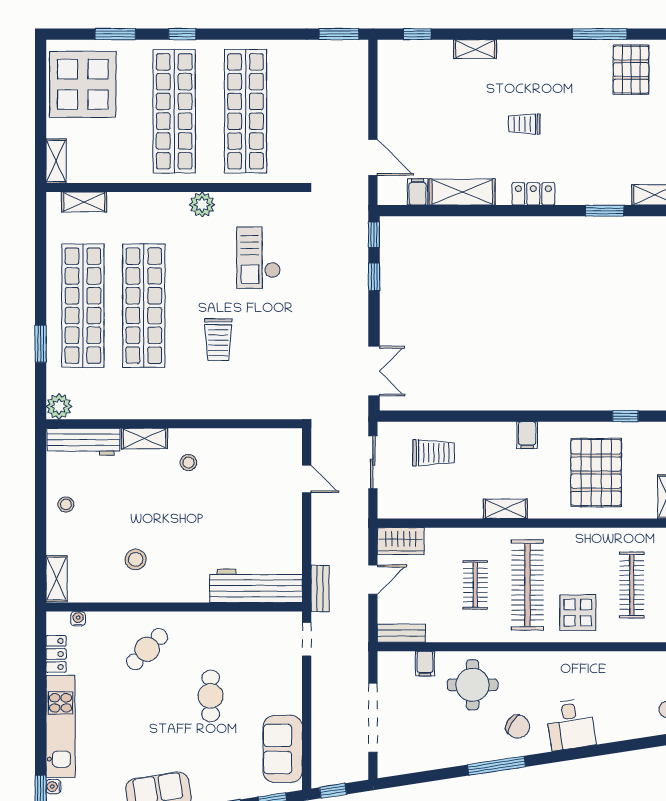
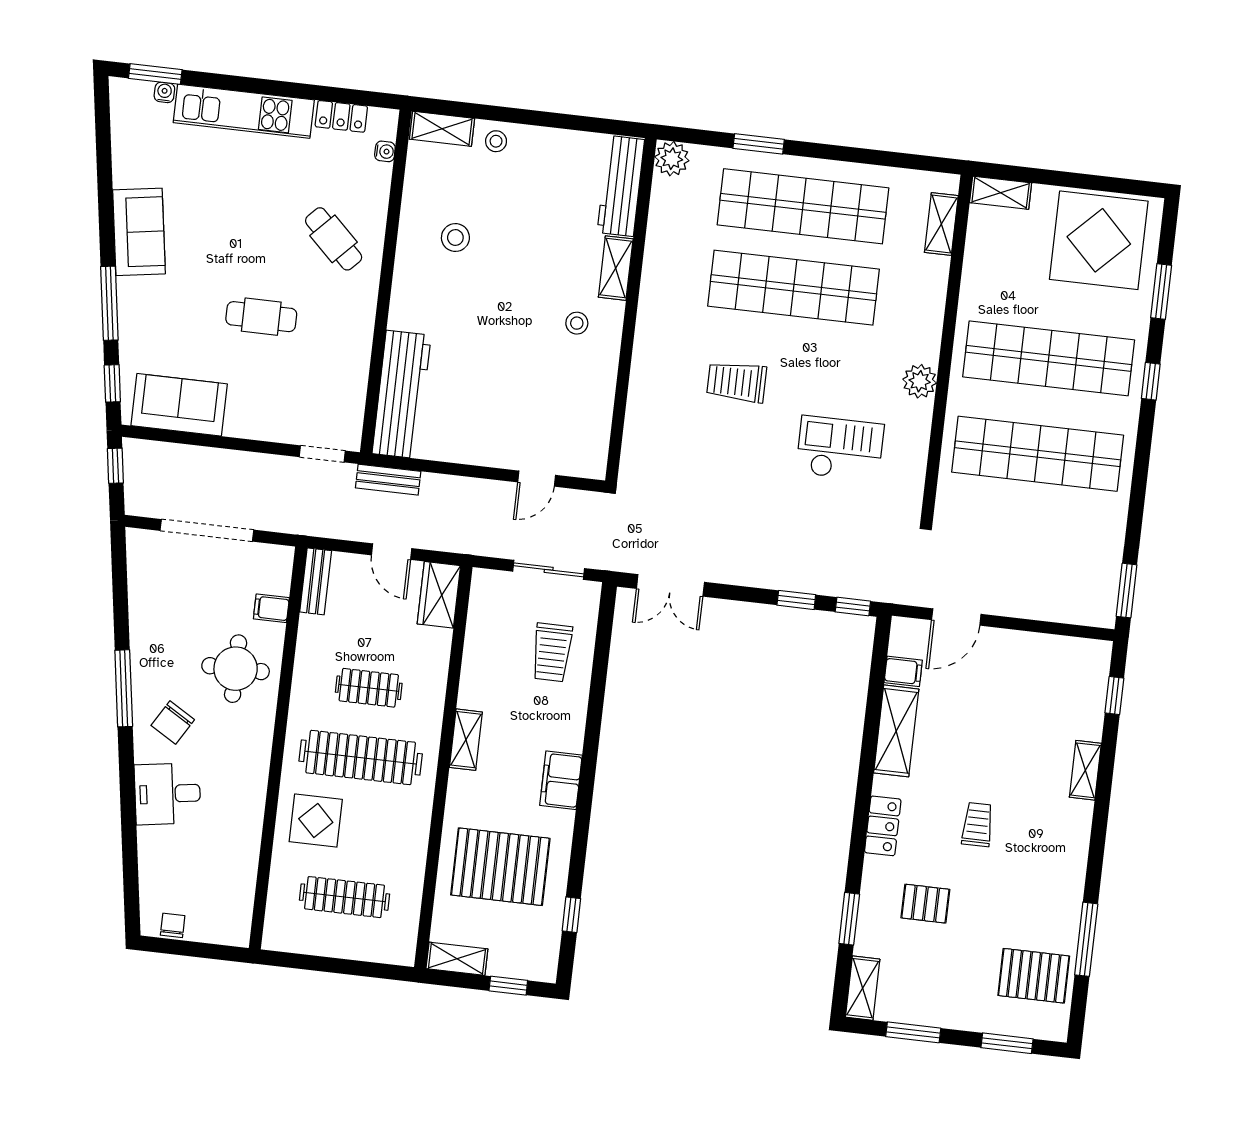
pallet: (587, 156) -> (925, 904), added
filing cabinet: (527, 435) -> (561, 780), width x2.00
stool: (66, 504) -> (496, 141), moved

